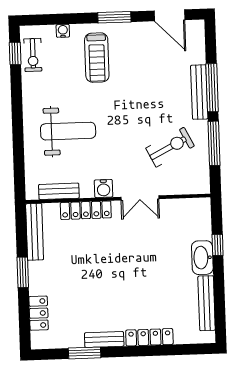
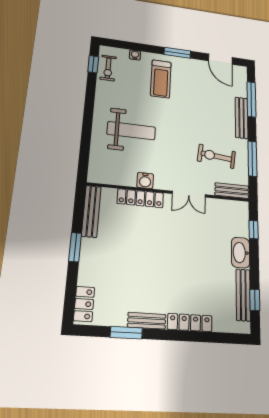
window: (212, 88) -> (251, 99), moved
exercise bike: (170, 147) -> (216, 156), turned -147
water cooler: (104, 188) -> (145, 181), moved
bench: (59, 191) -> (232, 191), moved
window: (218, 245) -> (254, 230), moved
window: (220, 307) -> (255, 300), added
locker: (39, 313) -> (84, 304), moved

